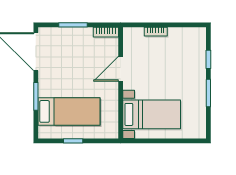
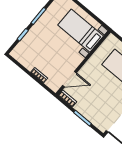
door: (121, 69) -> (70, 79), moved

